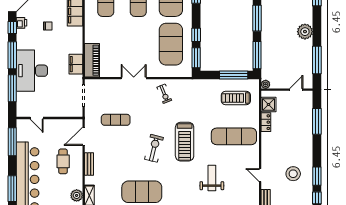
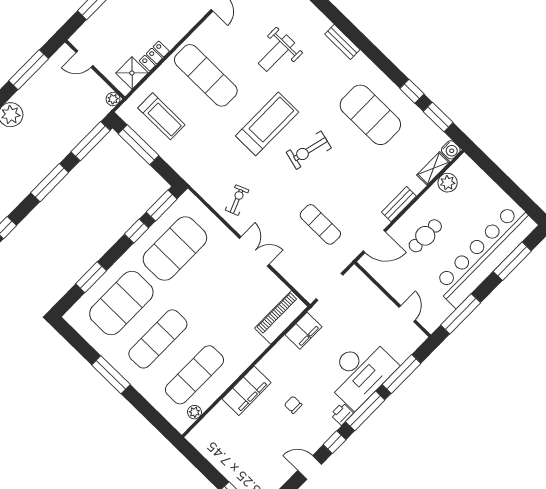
printer: (21, 23) -> (342, 414), moved
double door: (134, 78) -> (254, 251), swing flipped

